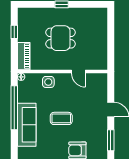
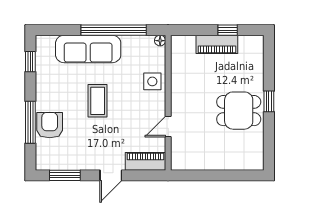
dining table: (61, 38) -> (239, 111), moved, turned 90
piano: (24, 56) -> (217, 44), moved
piano: (101, 87) -> (145, 161), added

